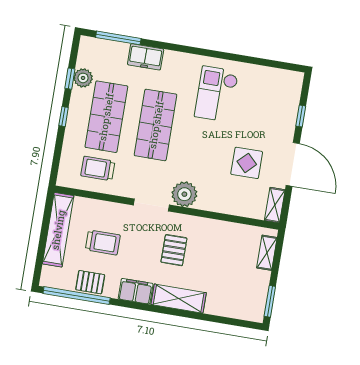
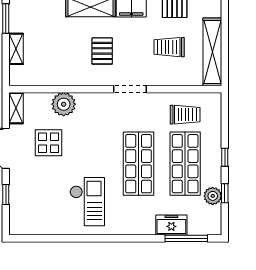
freezer: (146, 57) -> (171, 225), moved
plant: (184, 194) -> (64, 104), moved
shelving: (267, 253) -> (16, 49), moved

